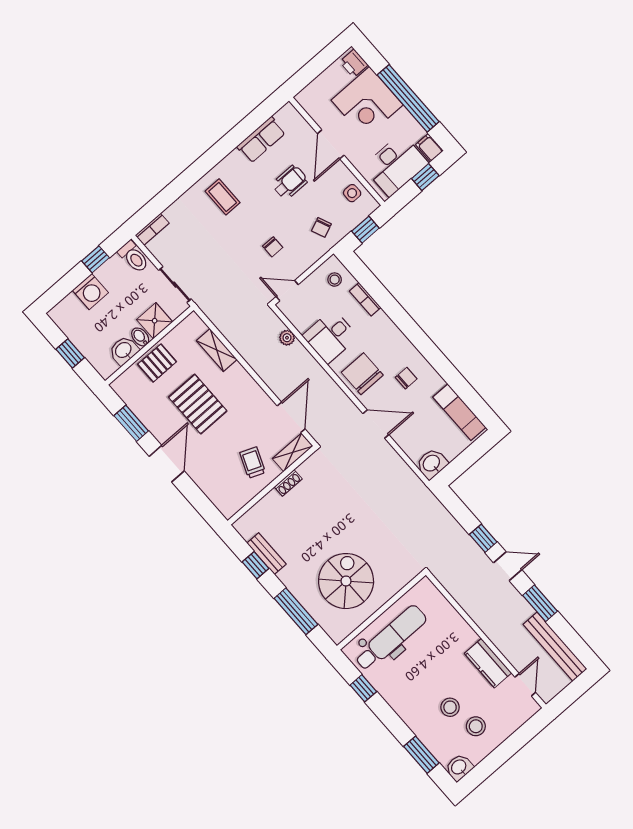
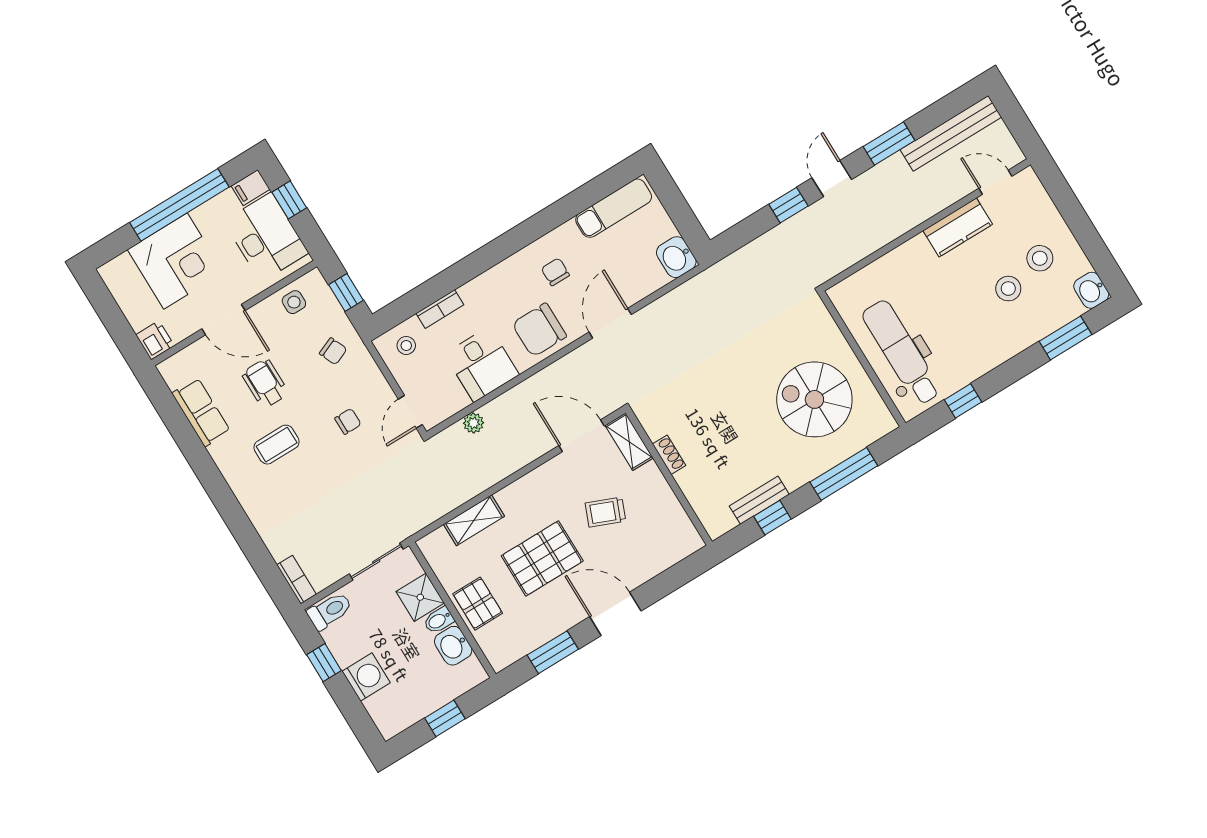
printer: (354, 63) -> (155, 340), moved, turned -90
coffee table: (223, 197) -> (277, 445), moved
trolley: (253, 463) -> (605, 512), moved

